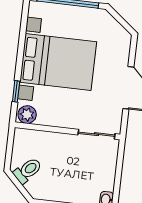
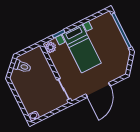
bed with nightstands: (58, 62) -> (82, 49), width x0.73

